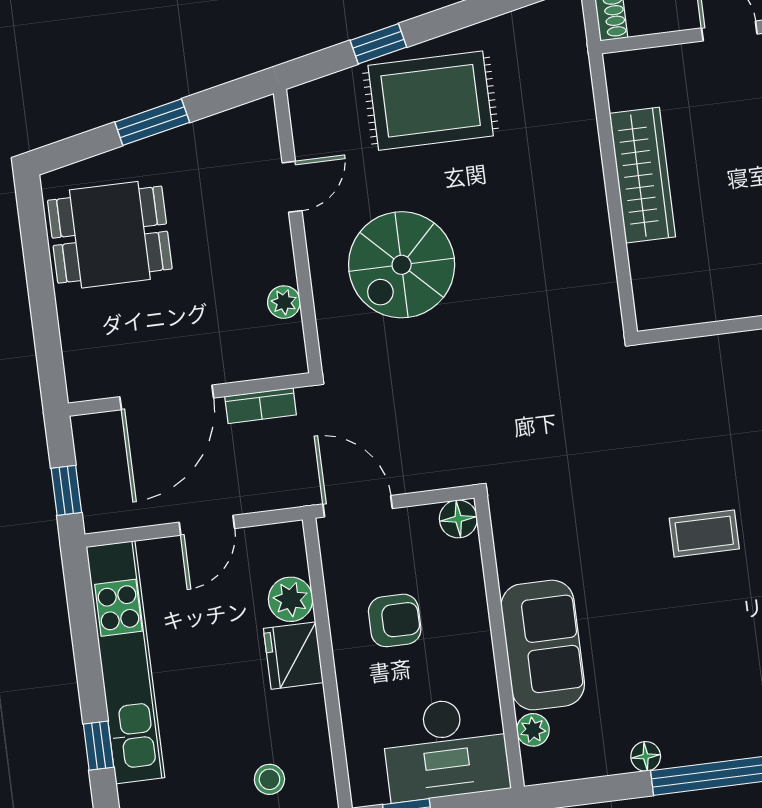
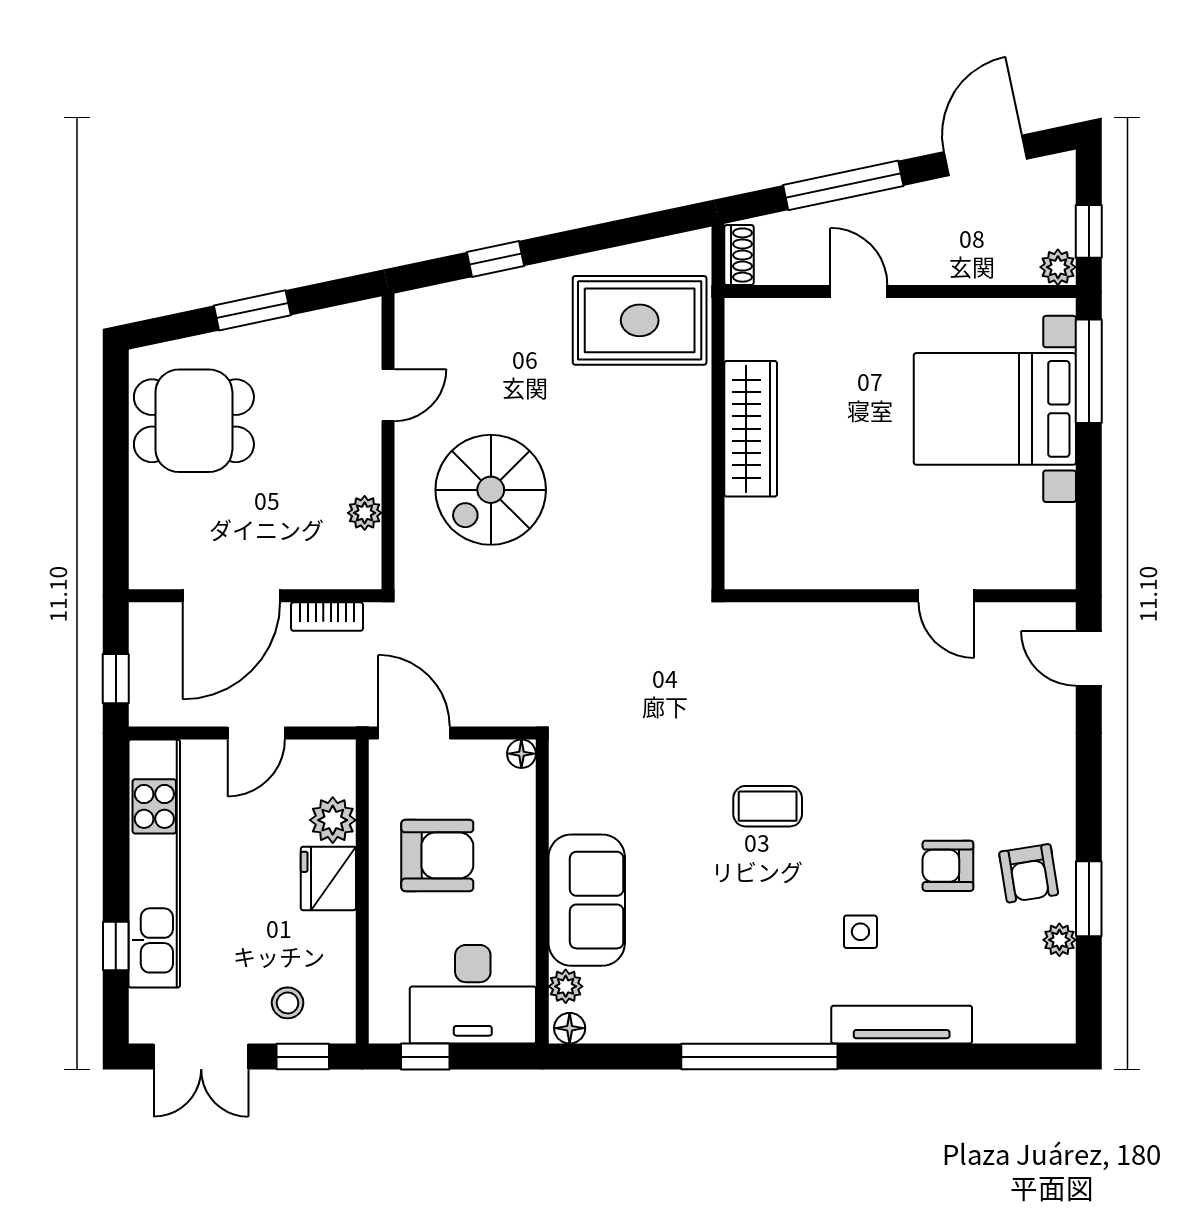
rug: (431, 101) -> (640, 320), moved
floor lamp: (458, 519) -> (521, 754), width x0.73, depth x0.73
armchair: (395, 620) -> (437, 855), width x1.38, depth x1.38
floor lamp: (646, 756) -> (570, 1028), moved

